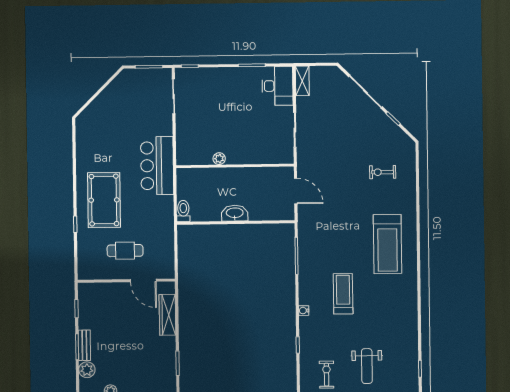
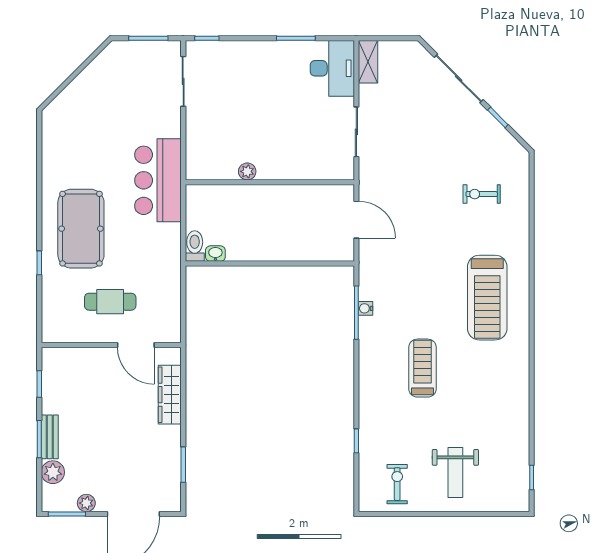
washbasin: (235, 213) -> (215, 254), moved, width x0.52, depth x0.69
water cooler: (304, 311) -> (366, 308), moved

